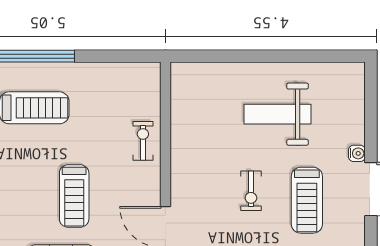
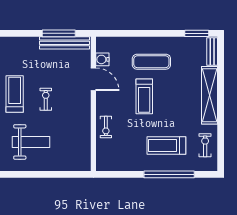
treadmill: (74, 196) -> (144, 96), turned 180

